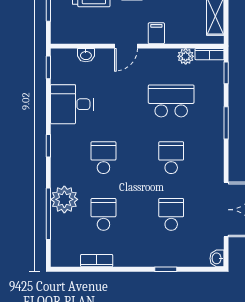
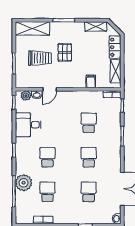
filing cabinet: (156, 33) -> (91, 81), moved
door: (126, 46) -> (50, 89), moved
plant: (186, 56) -> (26, 96), moved
school desk: (171, 101) -> (89, 123), width x0.54

